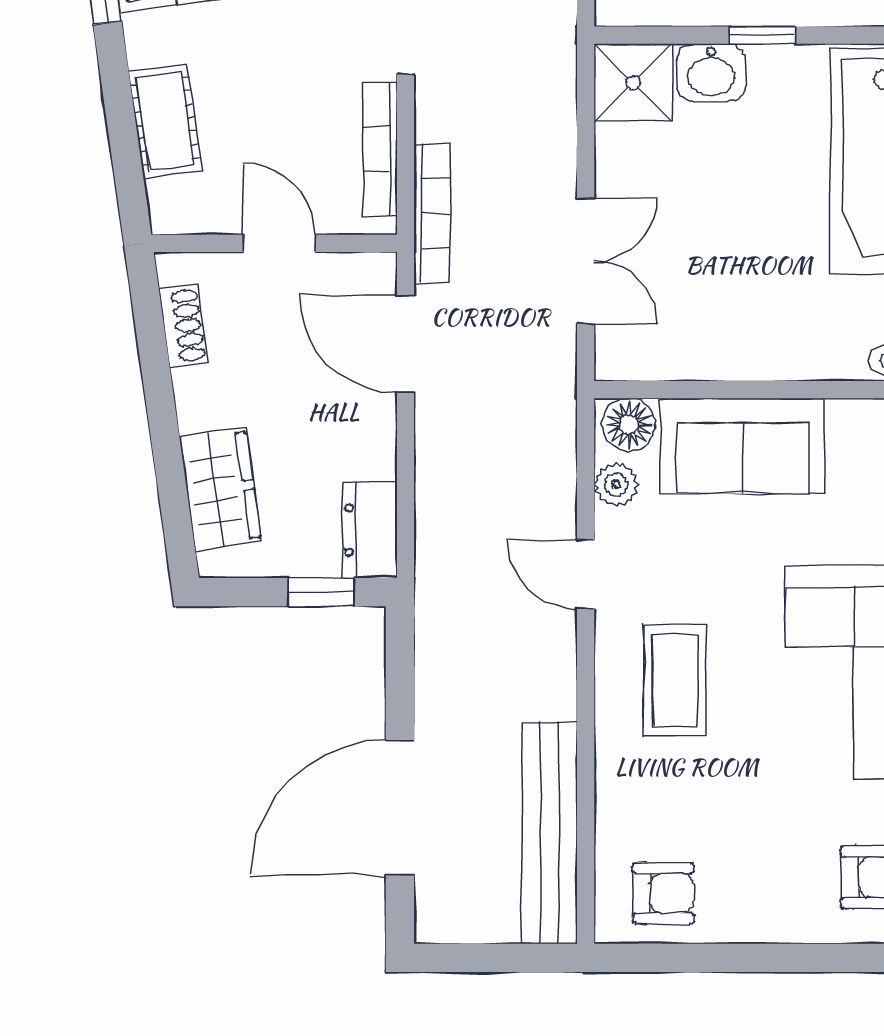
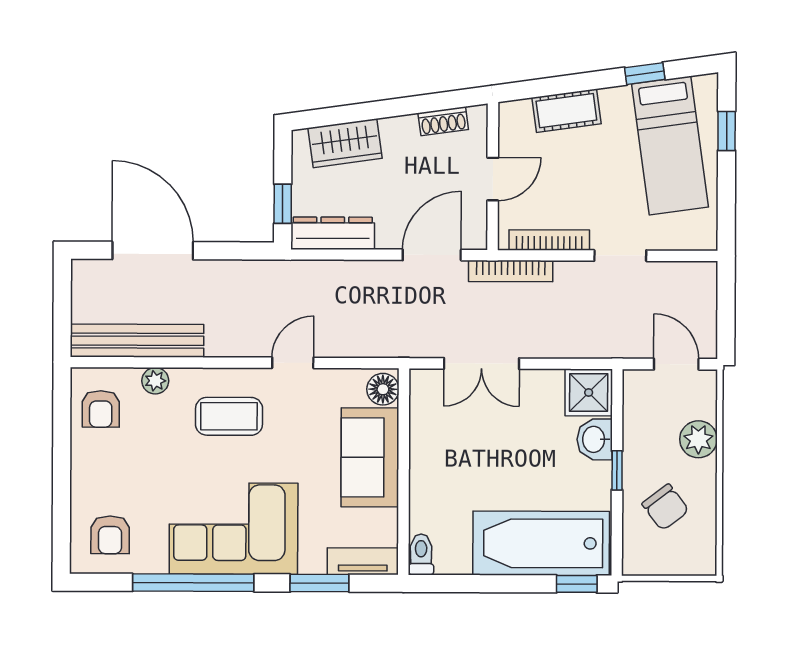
plant: (616, 484) -> (155, 381), moved
dresser: (370, 530) -> (333, 233), width x1.44

